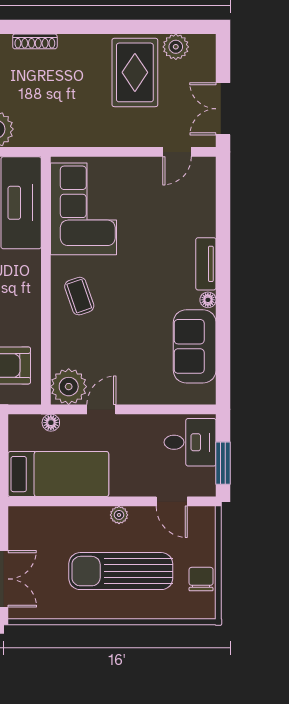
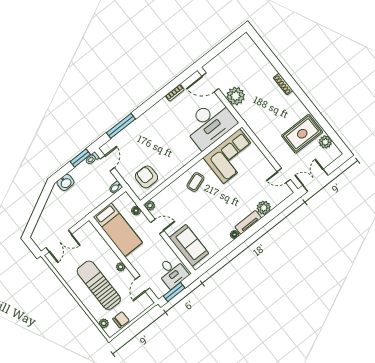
plant: (202, 222) -> (264, 208), added
sofa: (195, 346) -> (189, 245), moved, turned 90
plant: (69, 387) -> (150, 206), width x0.53, depth x0.53
plant: (186, 610) -> (104, 323), added

